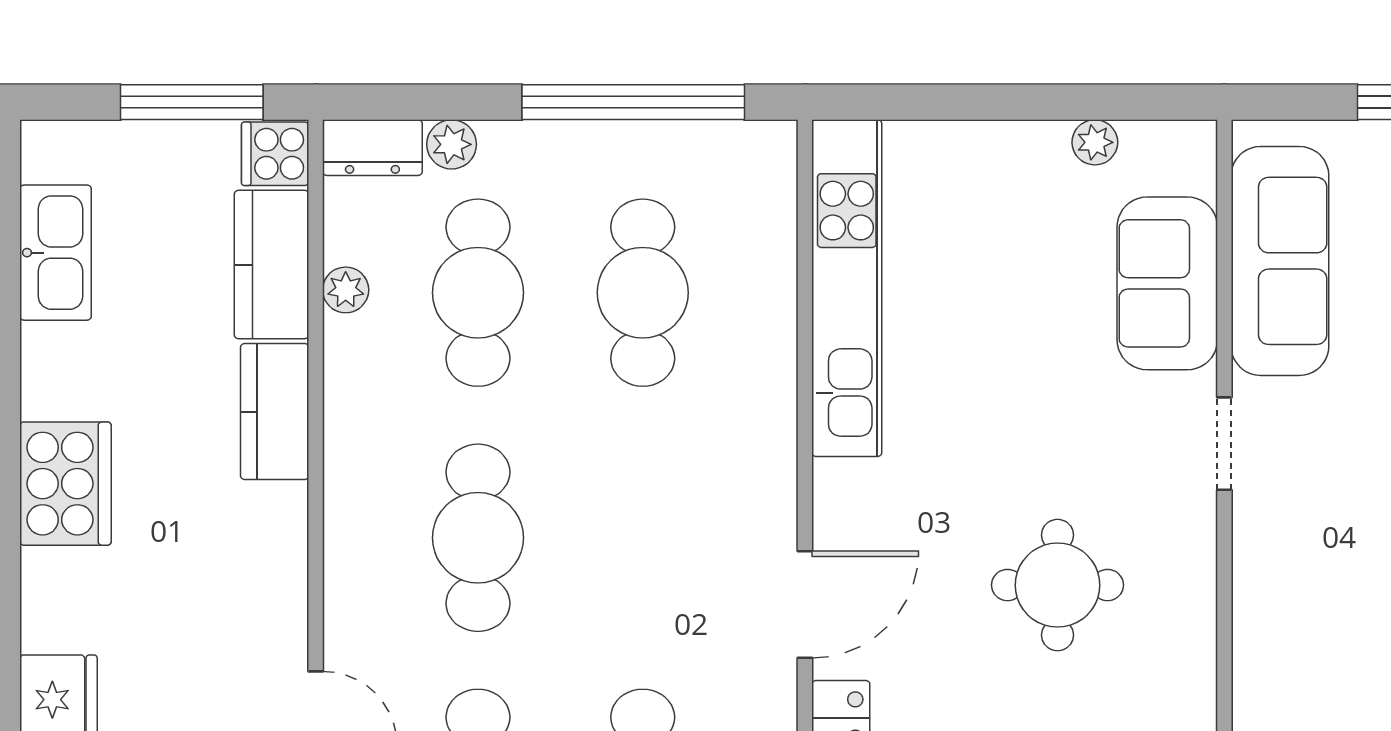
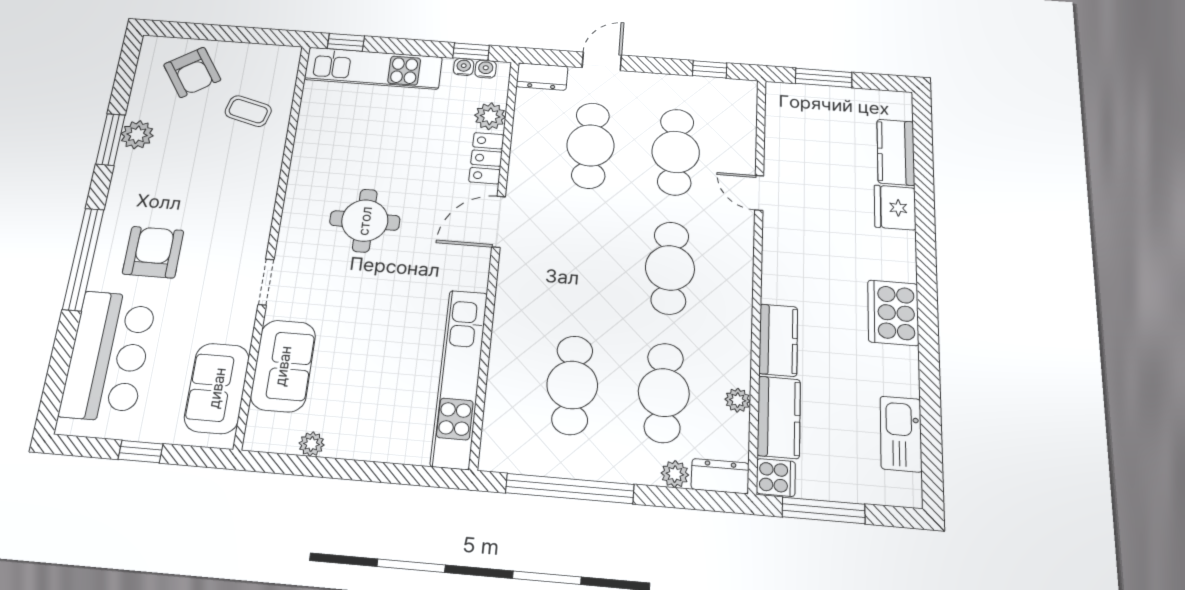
sofa: (1280, 261) -> (217, 388), width x0.73

